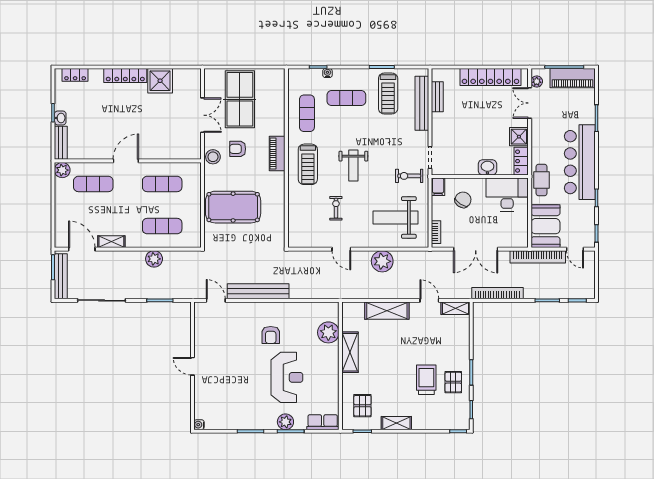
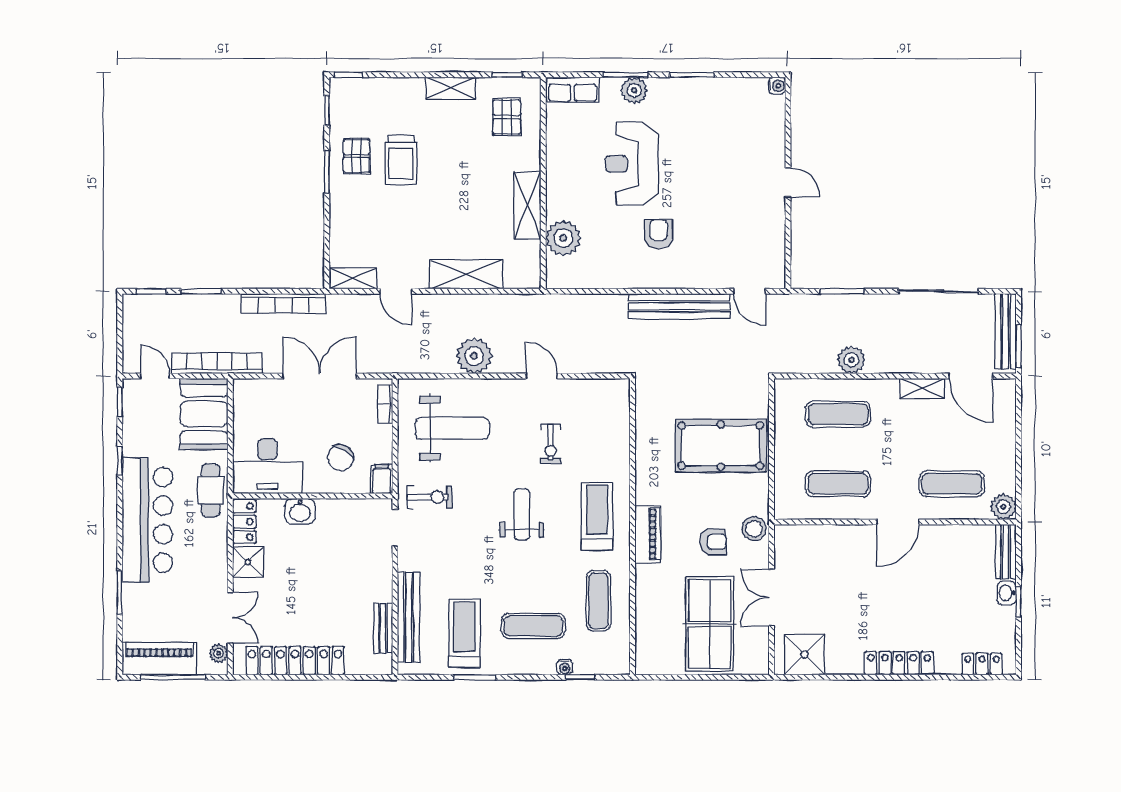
shower: (160, 81) -> (804, 654), moved

